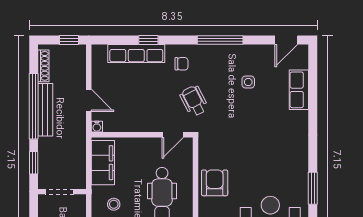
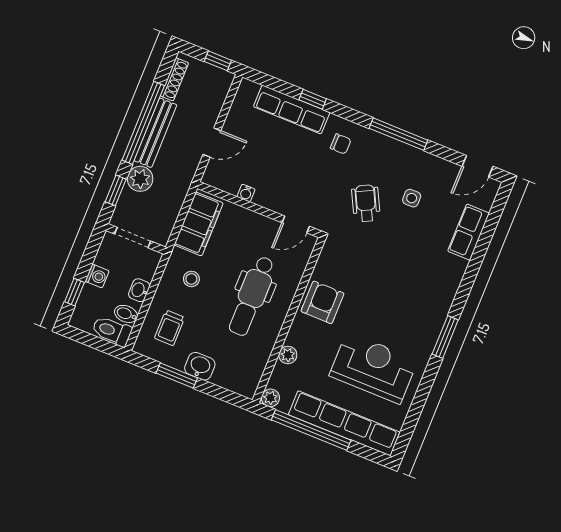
door: (89, 100) -> (212, 143), hinge flipped
wheelchair: (194, 101) -> (366, 203), moved
water cooler: (97, 127) -> (246, 193), moved
plant: (48, 147) -> (140, 179), added
window: (313, 188) -> (445, 337), moved

